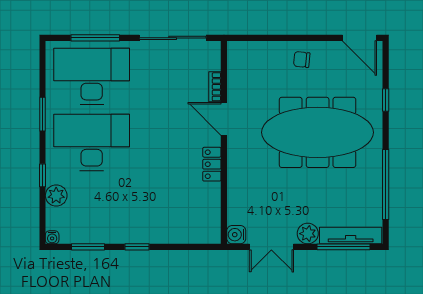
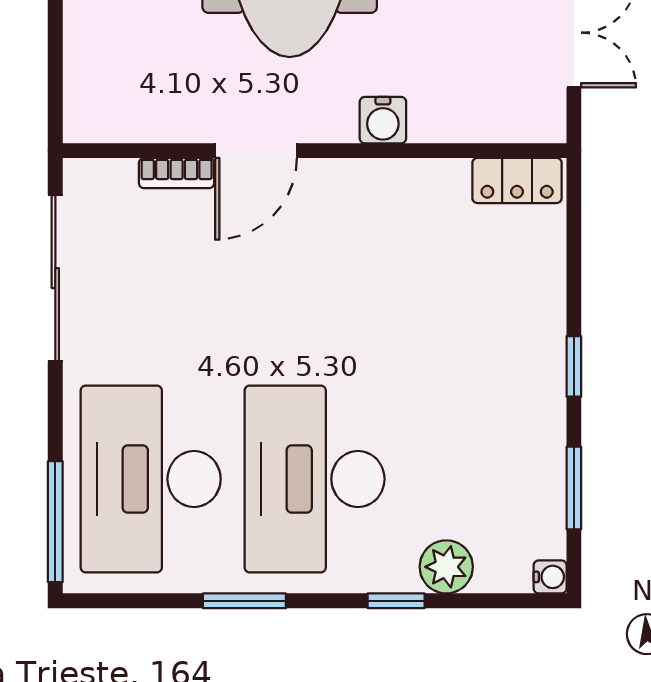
window: (95, 38) -> (55, 522), moved
locker: (212, 164) -> (517, 180), moved
water cooler: (236, 235) -> (383, 120), moved

